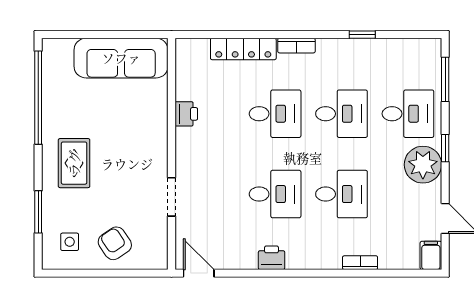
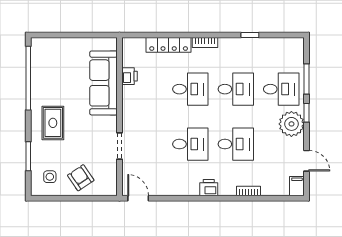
sofa: (121, 58) -> (103, 83), moved, turned 90
window: (445, 79) -> (307, 79), moved
printer: (186, 114) -> (130, 76), moved
printer: (272, 258) -> (209, 188), moved

